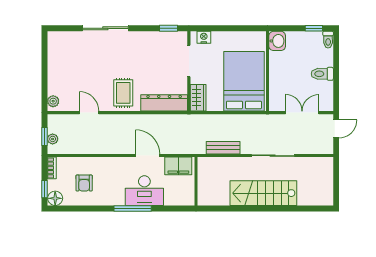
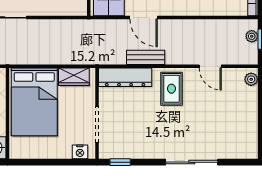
wardrobe: (198, 98) -> (74, 77), moved, turned -90
bench: (223, 148) -> (146, 57), moved

